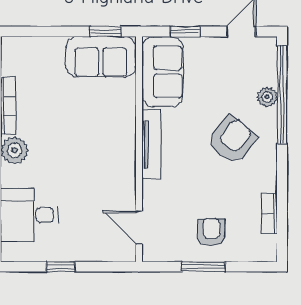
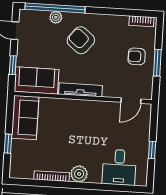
window: (105, 32) -> (8, 144), moved
bookcase: (269, 214) -> (141, 21), moved

